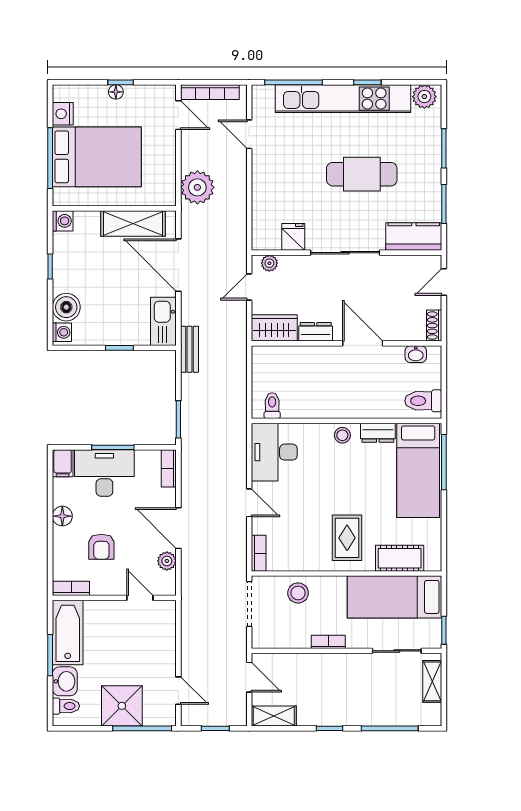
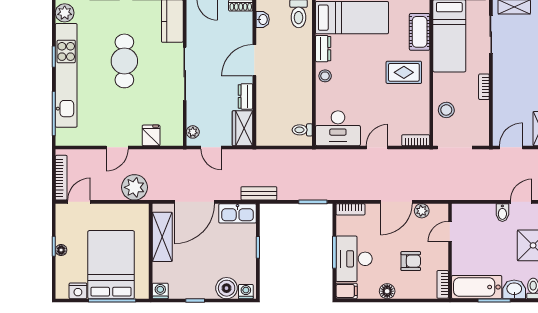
door: (249, 134) -> (117, 147), moved
fridge: (293, 237) -> (151, 135), moved, turned 90
bidet: (164, 666) -> (502, 213), added

